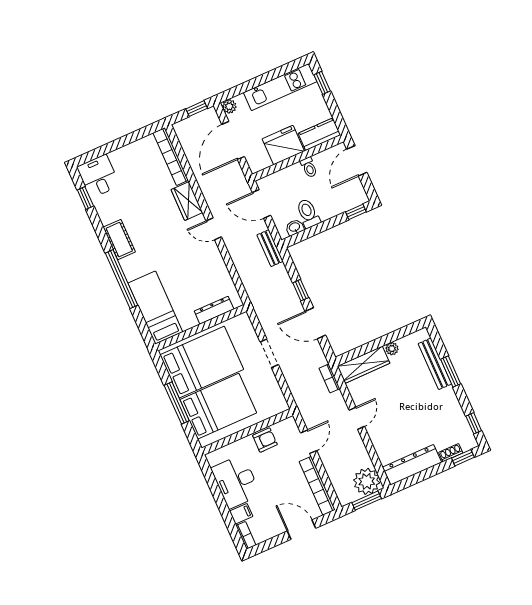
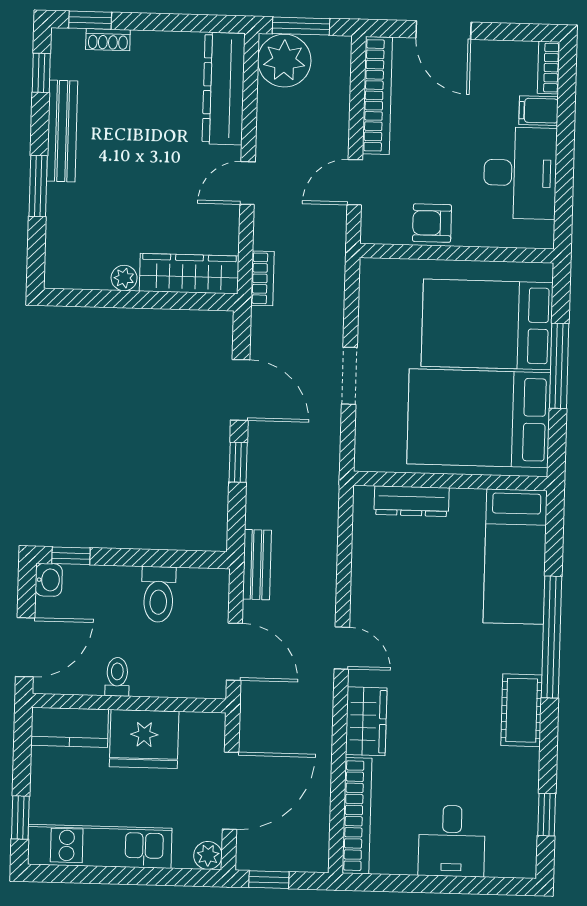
desk: (98, 176) -> (452, 841), moved
washbasin: (295, 227) -> (49, 580), moved, turned -90
bench: (435, 364) -> (62, 131), moved
dresser: (412, 465) -> (224, 89), moved, turned 90

